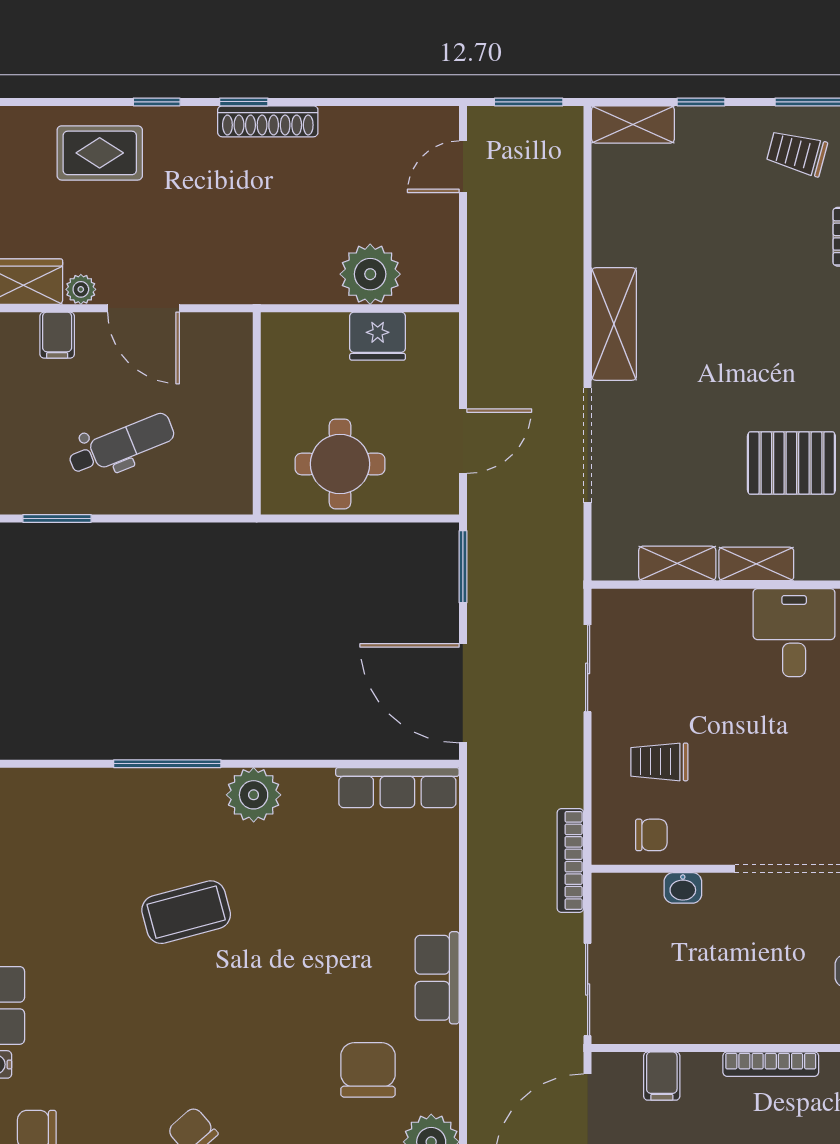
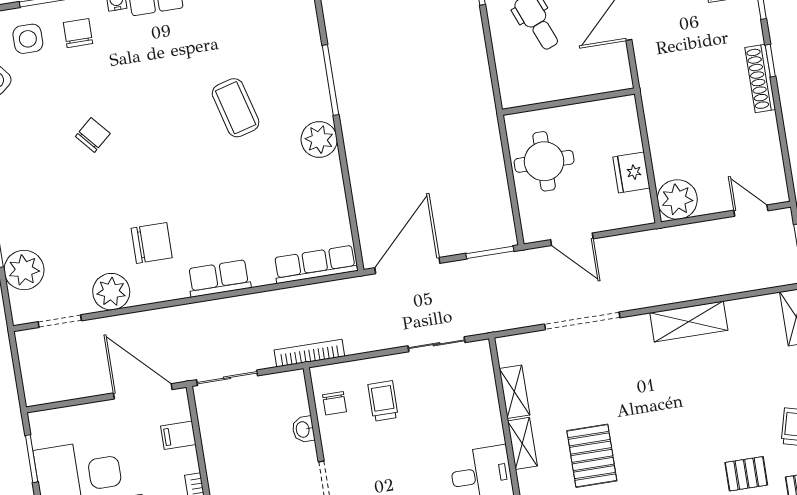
plant: (370, 274) -> (677, 199), moved
shelving: (614, 324) -> (689, 322), moved
row of seats: (397, 788) -> (315, 264), moved, turned 90

